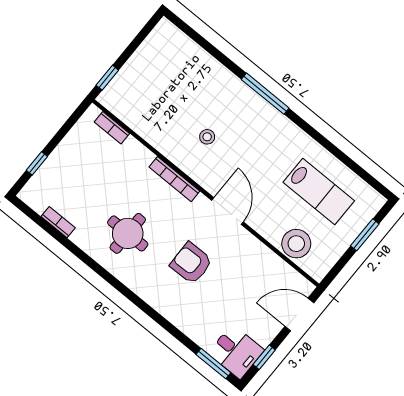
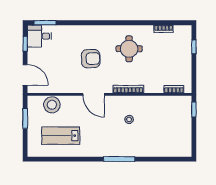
window: (365, 235) -> (25, 118), moved
door: (299, 315) -> (25, 75), hinge flipped

